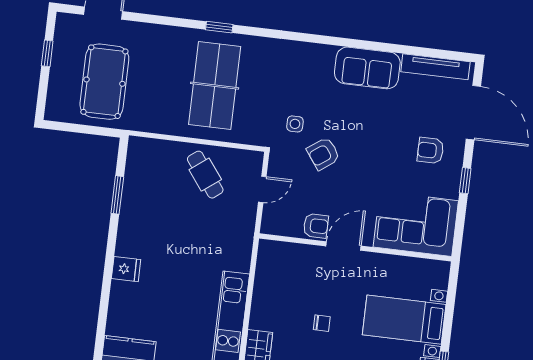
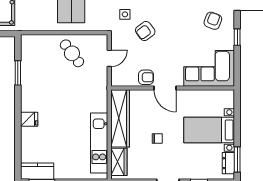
armchair: (431, 150) -> (213, 21), turned 111
door: (344, 246) -> (165, 88), swing flipped
wardrobe: (268, 285) -> (120, 118), added

